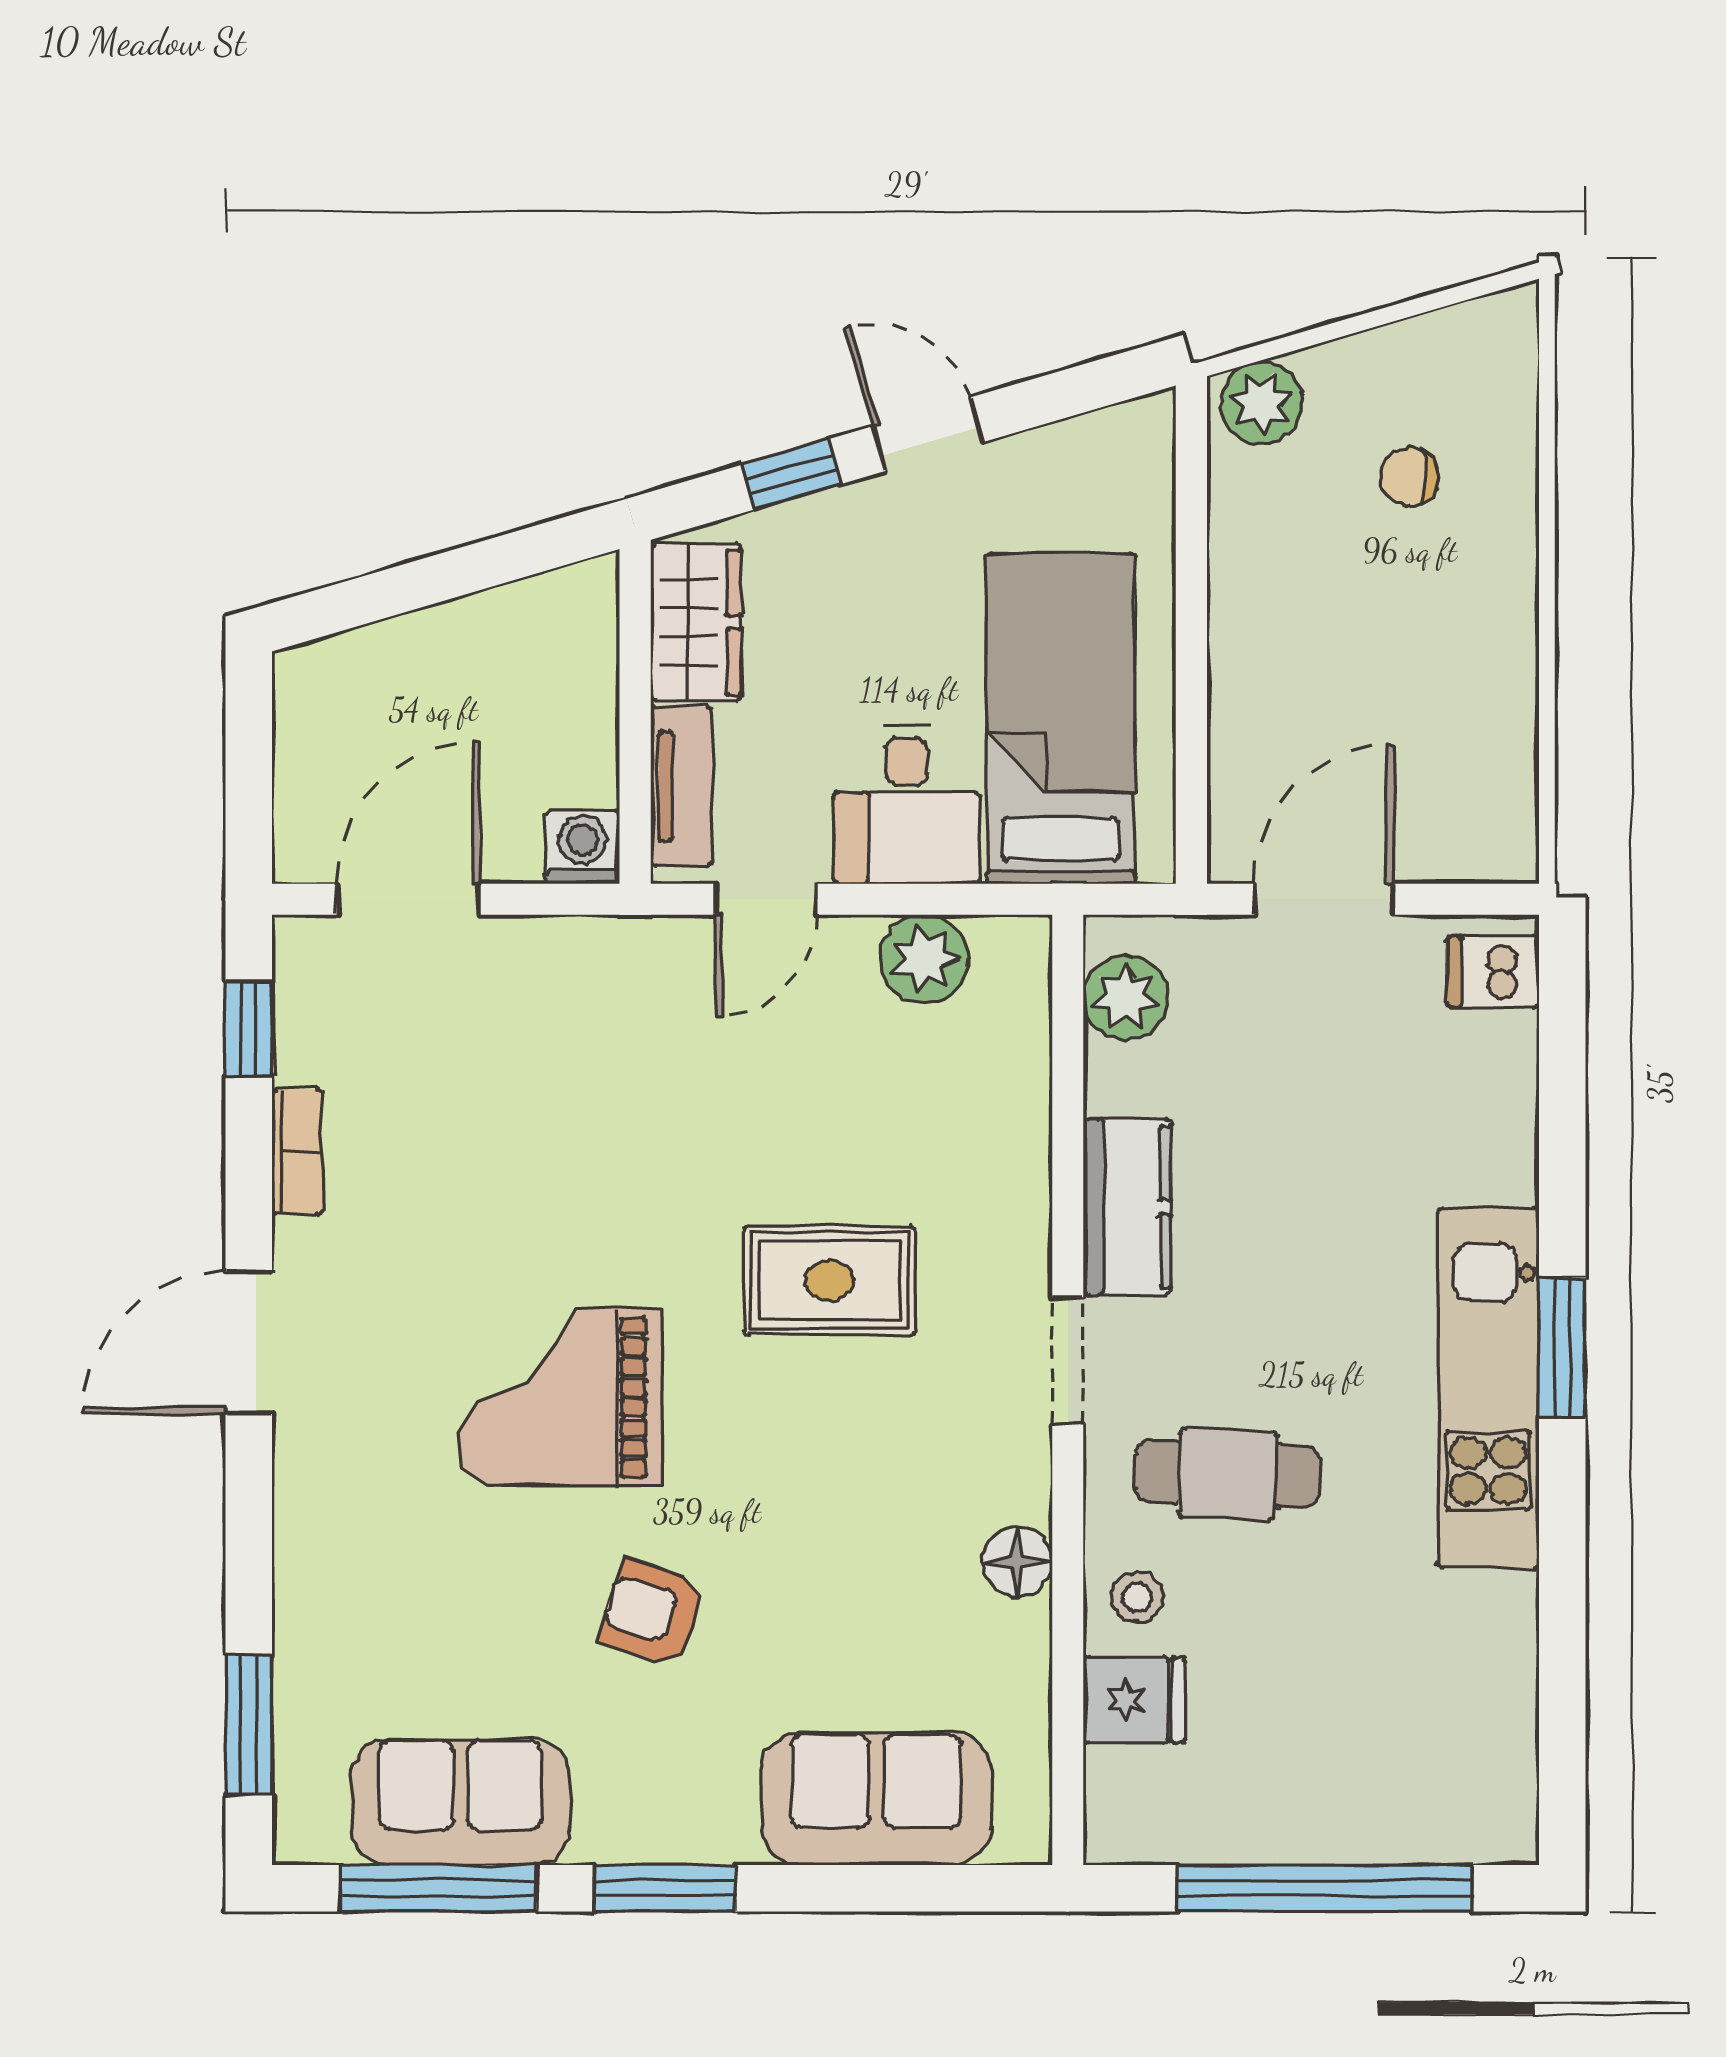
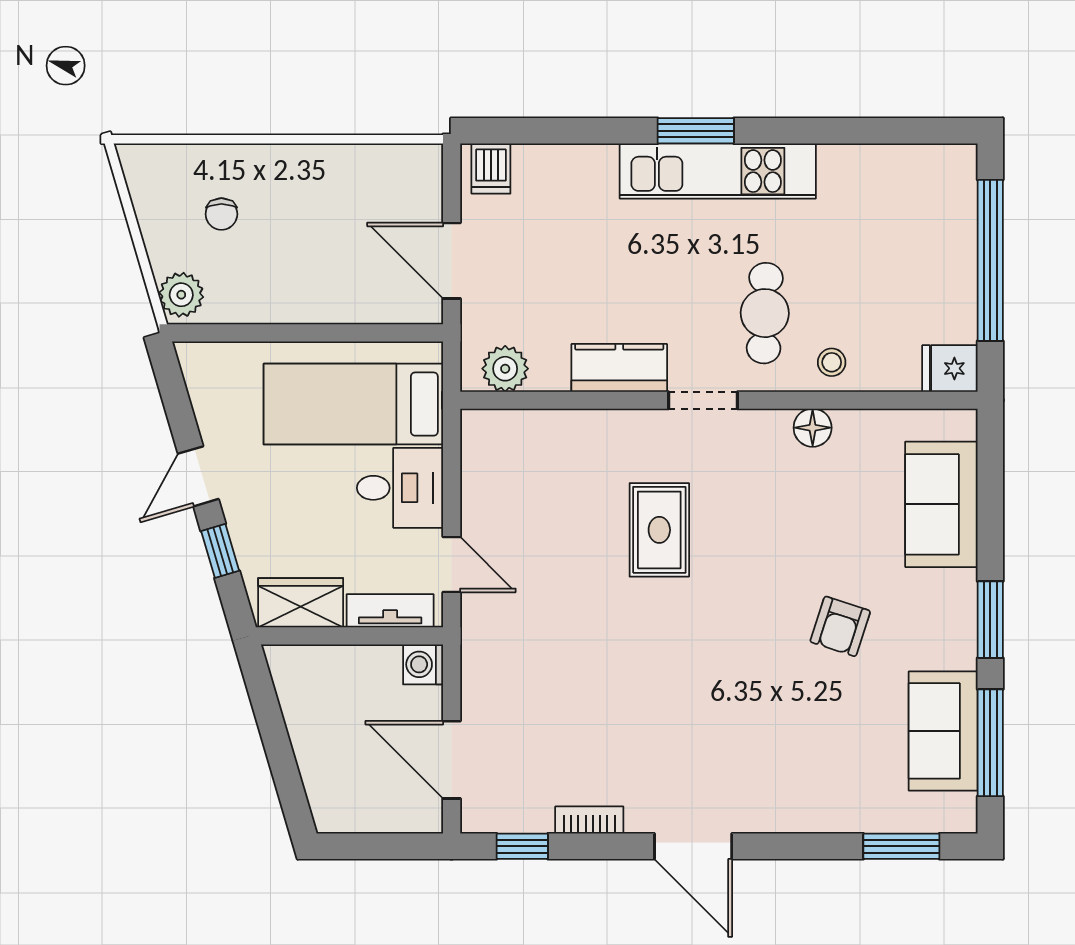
plant: (924, 959) -> (484, 478), removed
grand piano: (560, 1397) -> (723, 677), removed
fridge: (1134, 1700) -> (950, 368), moved, turned -90

